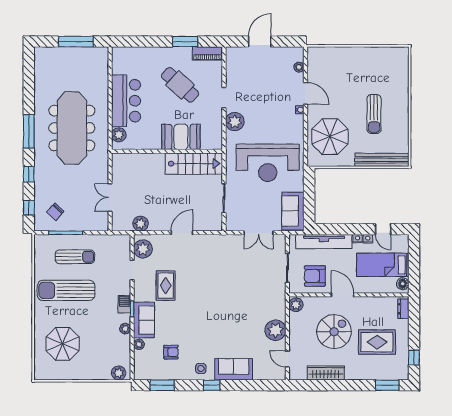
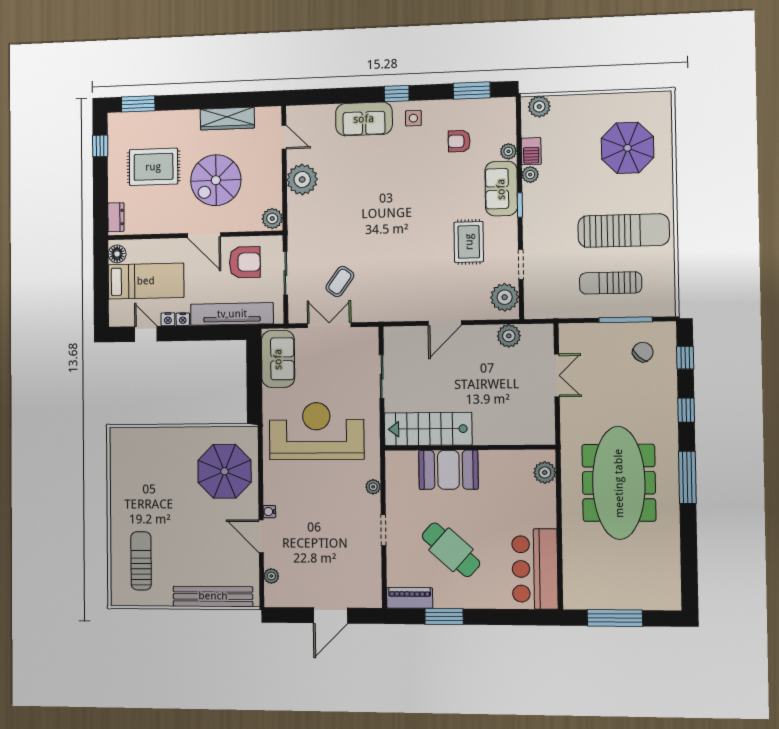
bar counter: (126, 101) -> (535, 569), moved
sun lounger: (374, 114) -> (141, 561), moved
plant: (235, 122) -> (373, 487), width x0.53, depth x0.53
bench: (382, 160) -> (213, 596), moved
coffee table: (251, 262) -> (340, 282), added
barbecue: (124, 304) -> (531, 151), moved

